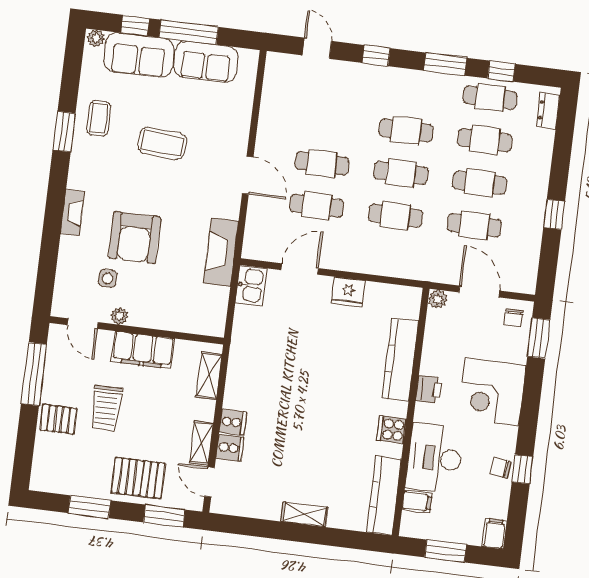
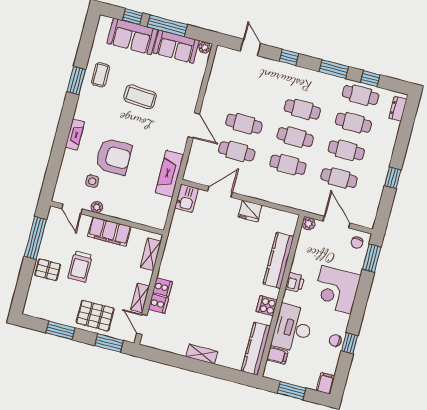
plant: (96, 38) -> (205, 47), moved
armchair: (135, 238) -> (114, 157), turned -90

